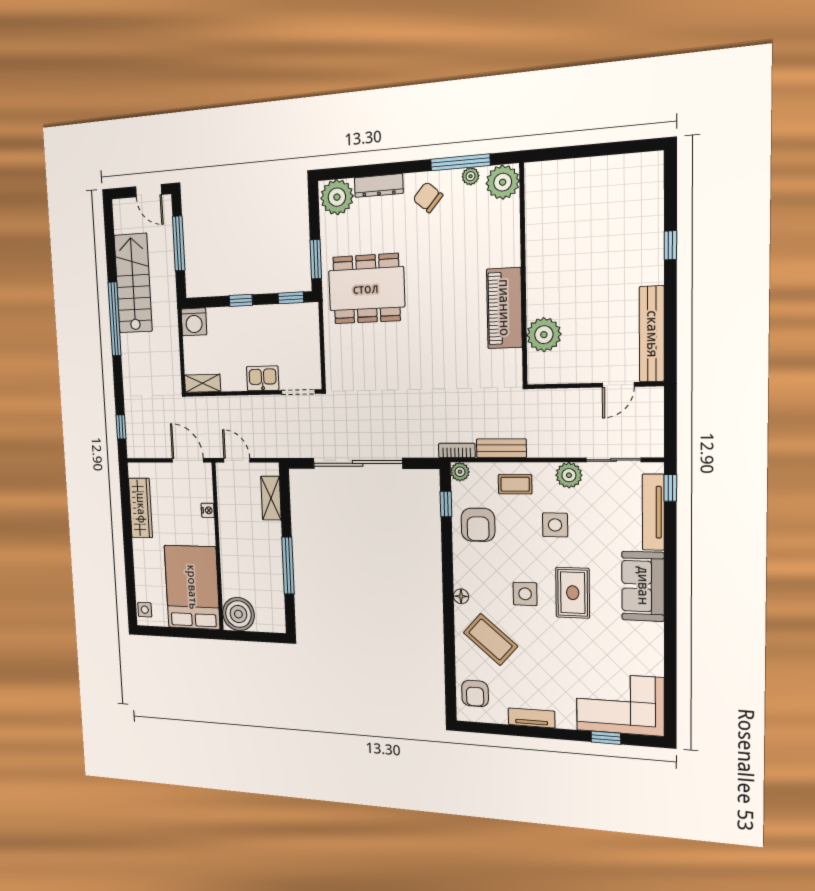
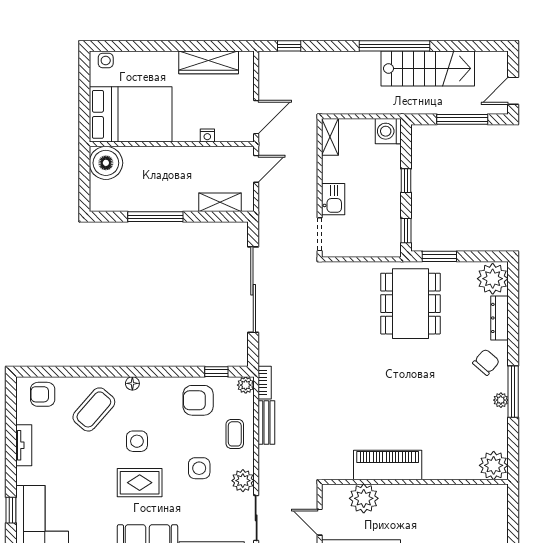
plant: (503, 182) -> (494, 465), moved
wall: (523, 275) -> (415, 482), moved
piano: (504, 308) -> (388, 465), moved
plant: (544, 335) -> (364, 498), moved

